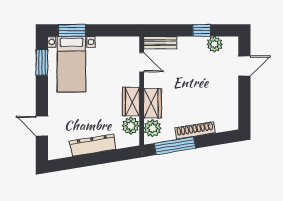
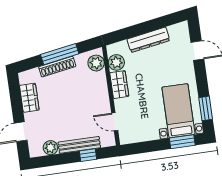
window: (202, 30) -> (88, 155), moved
bench: (160, 43) -> (79, 145), moved, width x1.36
wardrobe: (152, 103) -> (29, 98), moved, turned 180
window: (175, 146) -> (60, 54), moved

